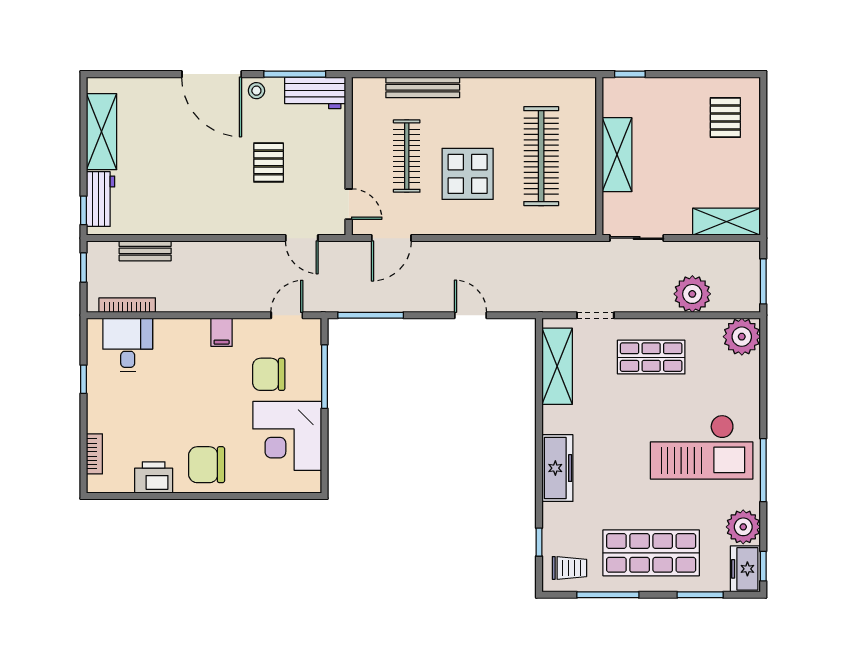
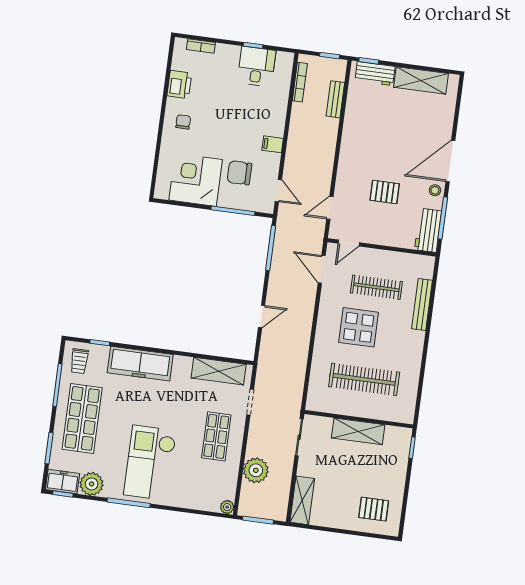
plant: (742, 337) -> (227, 507), width x0.53, depth x0.53
desk: (128, 345) -> (257, 67), moved, turned -90
chair: (269, 374) -> (239, 173), turned -90
chair: (207, 465) -> (183, 122), width x0.54, depth x0.54
freezer: (557, 468) -> (140, 364), width x1.36, depth x1.26

